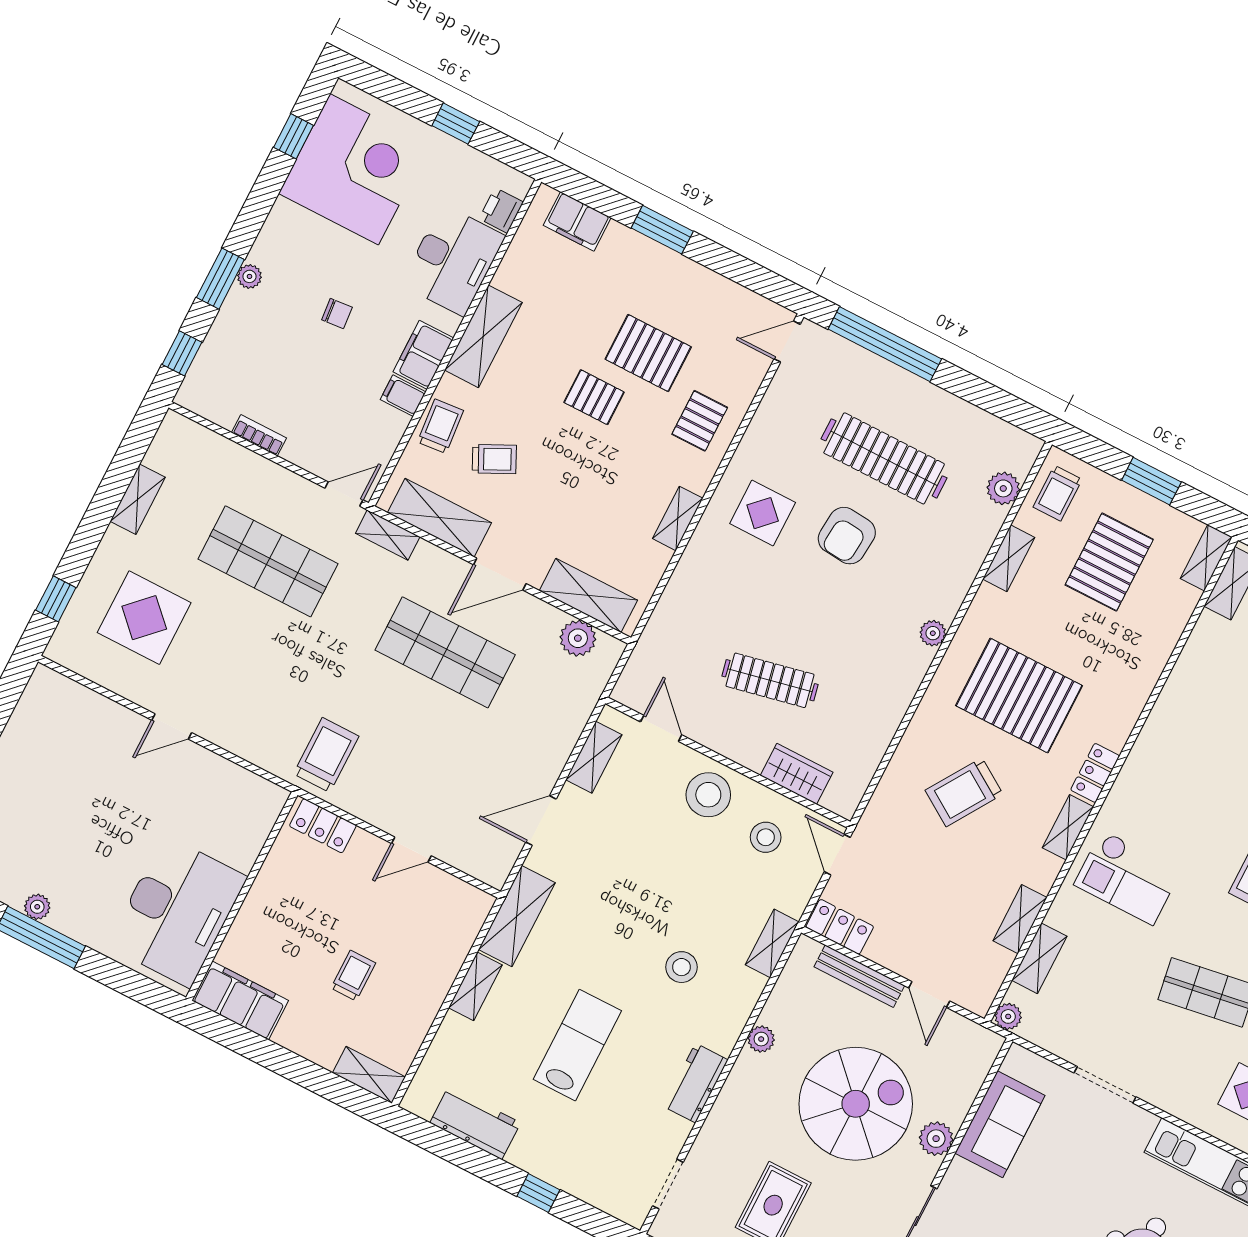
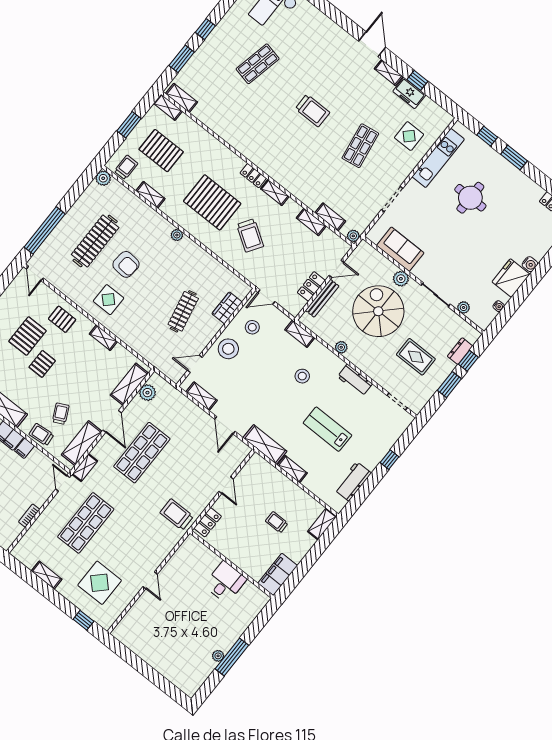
plant: (1003, 488) -> (103, 178), moved
trolley: (1058, 493) -> (126, 167), turned -90
pallet: (1019, 696) -> (212, 202), turned 90
checkout: (1127, 877) -> (302, 171), removed
desk: (177, 911) -> (225, 582), width x0.53, depth x0.77
locker: (840, 927) -> (311, 286), moved

